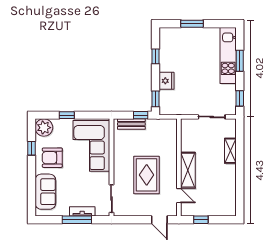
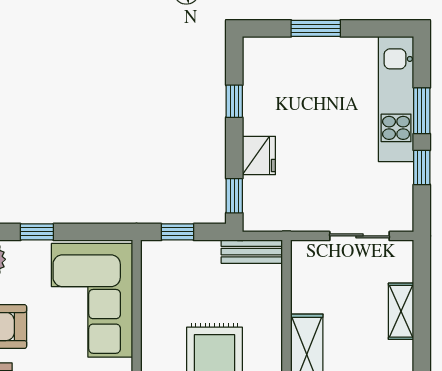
window: (240, 98) -> (422, 167), moved
window: (141, 115) -> (178, 232), moved
bench: (131, 124) -> (252, 252), moved

